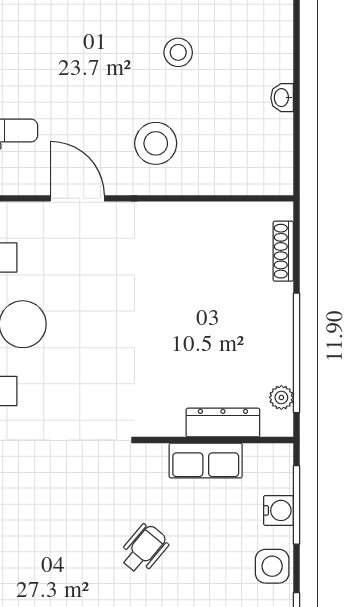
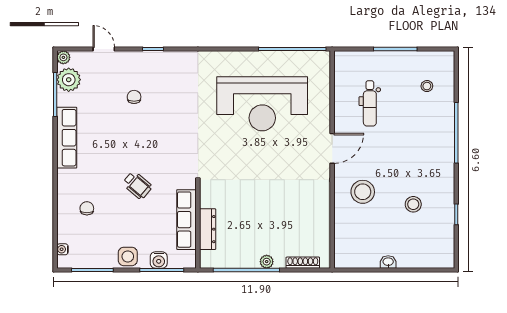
plant: (281, 397) -> (267, 262), moved
row of seats: (206, 461) -> (186, 220), width x1.48

